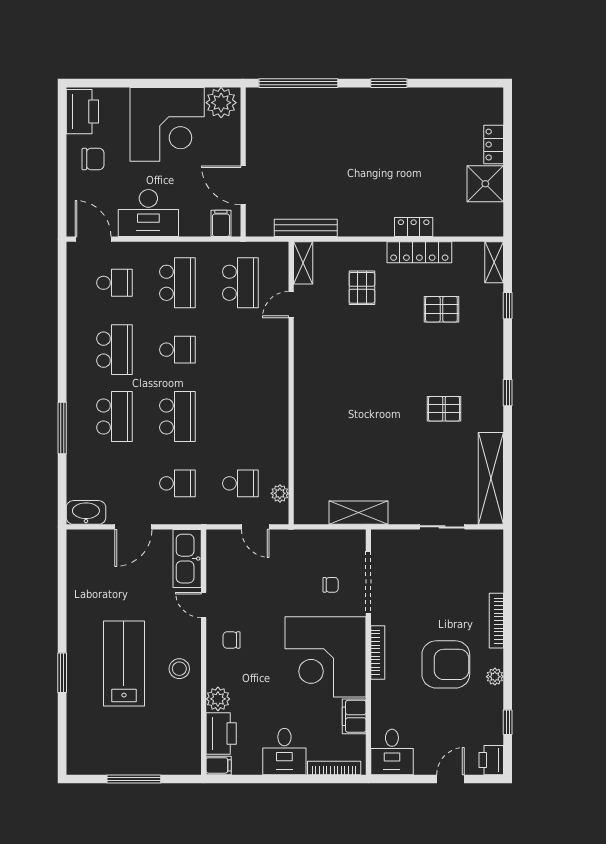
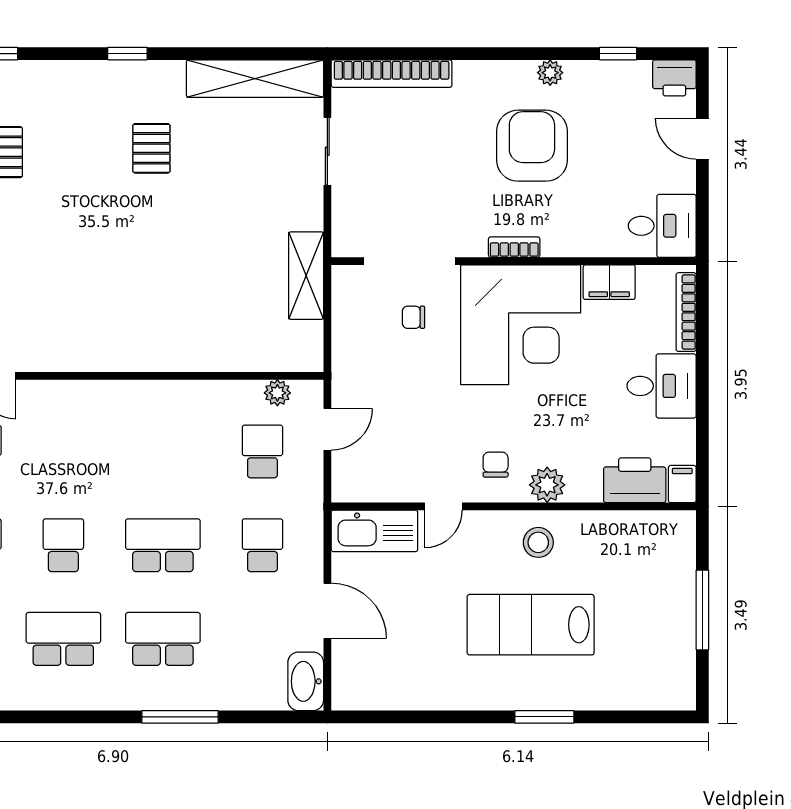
chair: (331, 585) -> (413, 317), turned -90
bookcase: (496, 621) -> (392, 74), moved, width x1.48, depth x1.31
chair: (232, 640) -> (496, 465), turned 180
bookcase: (378, 652) -> (514, 247), width x0.64
plant: (218, 699) -> (547, 485), moved

